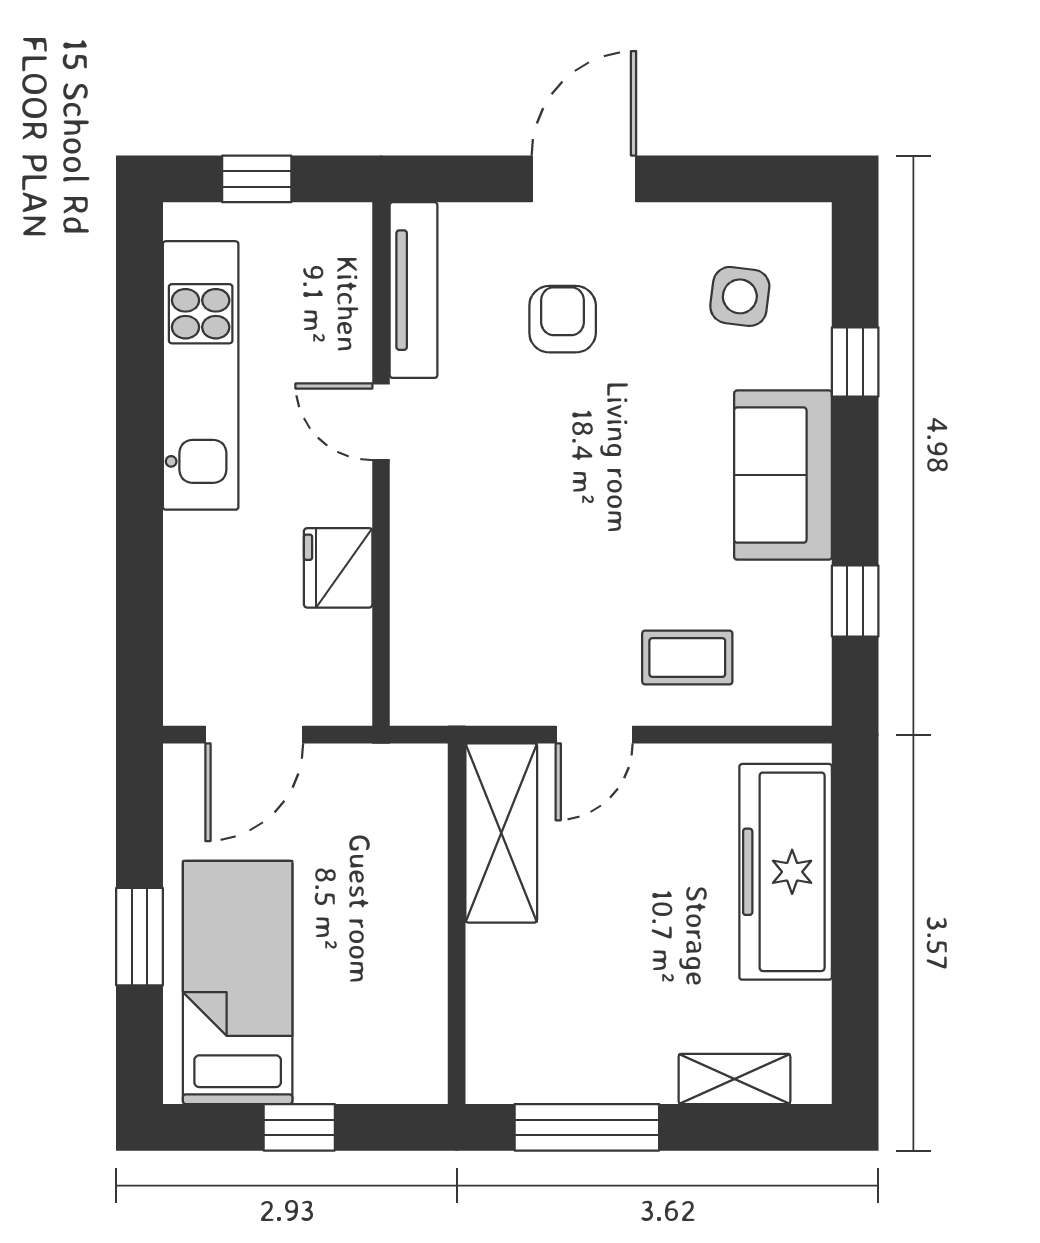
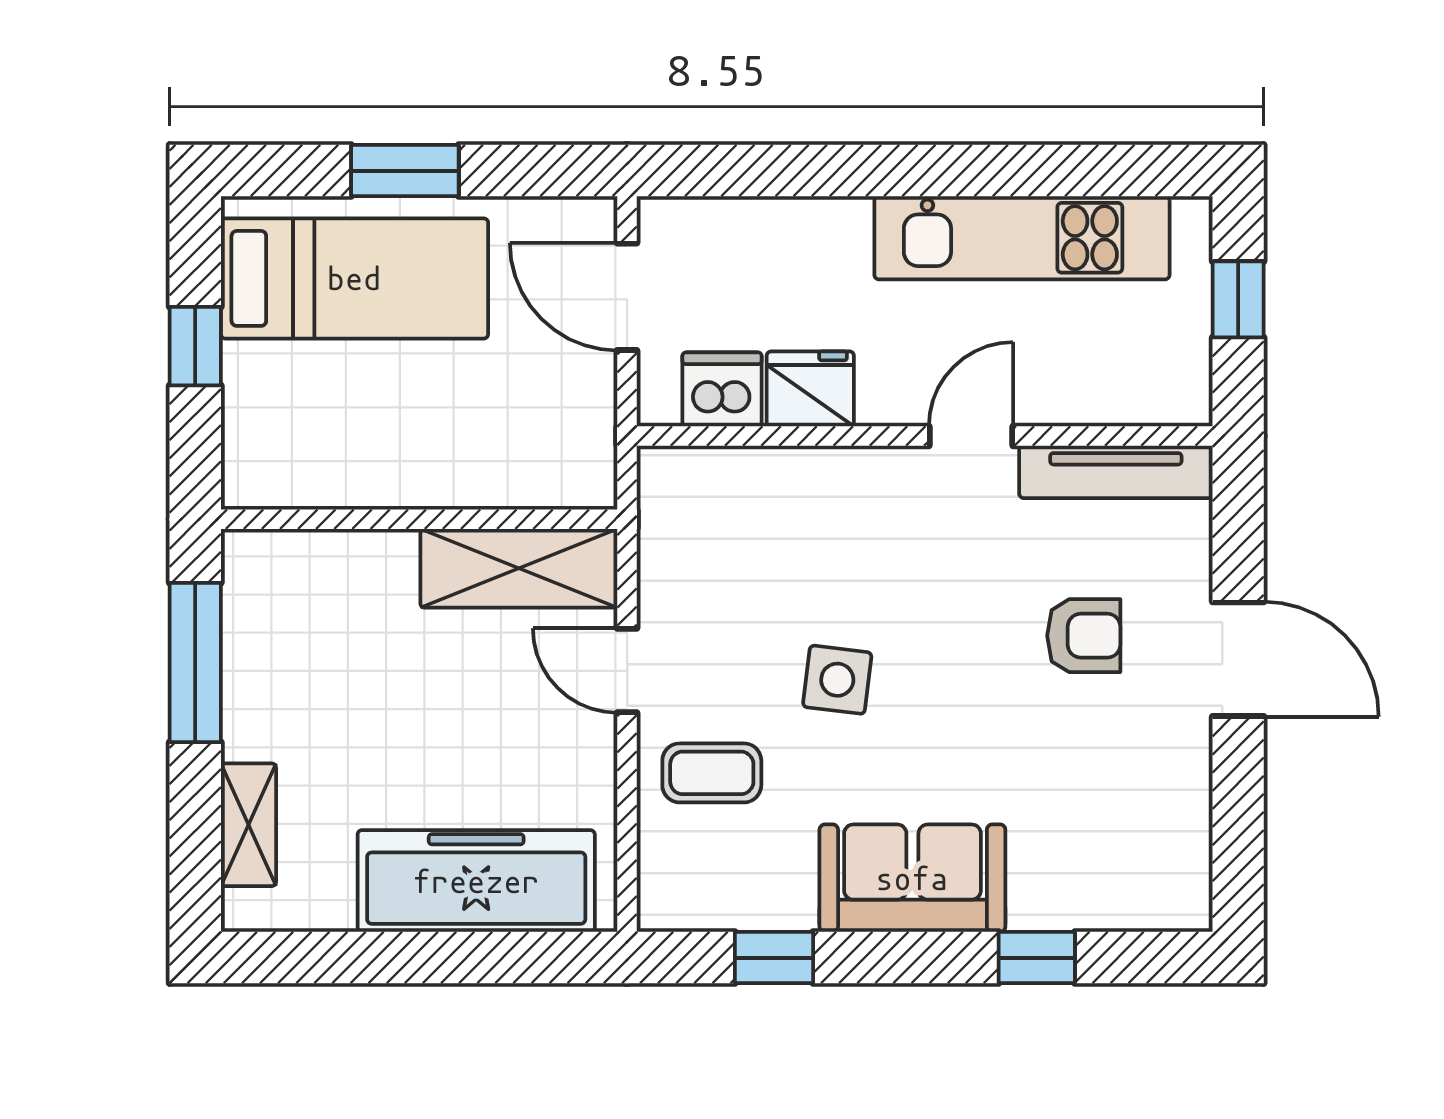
side table: (740, 296) -> (837, 680), moved
dishwasher: (339, 648) -> (722, 389), added
coffee table: (687, 657) -> (712, 773), turned 90

